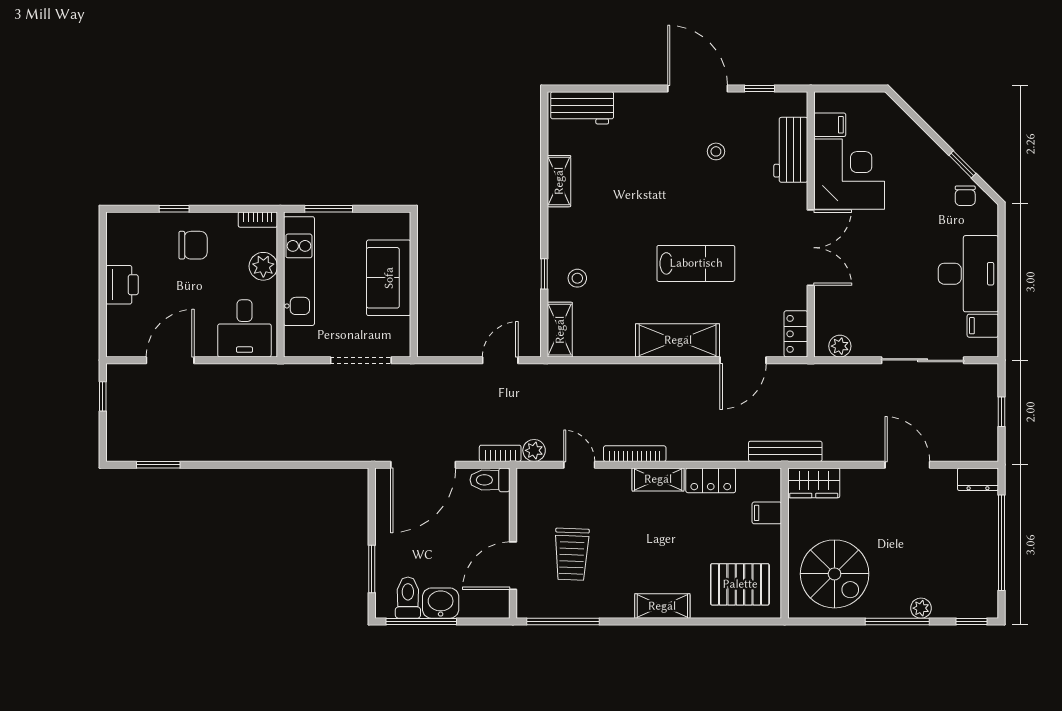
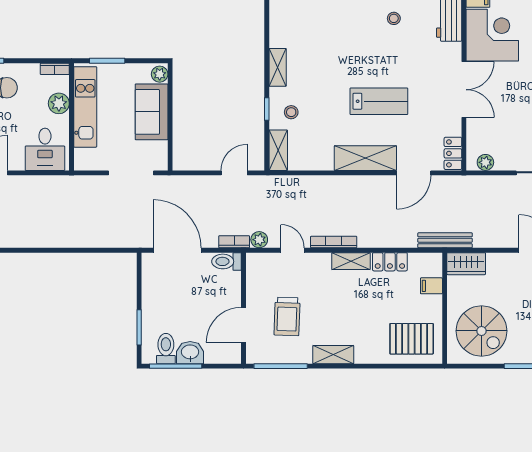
shelving: (559, 181) -> (278, 67), moved
plant: (400, 227) -> (160, 74), added
door: (423, 465) -> (177, 250), swing flipped
shelving: (662, 606) -> (333, 355), moved

